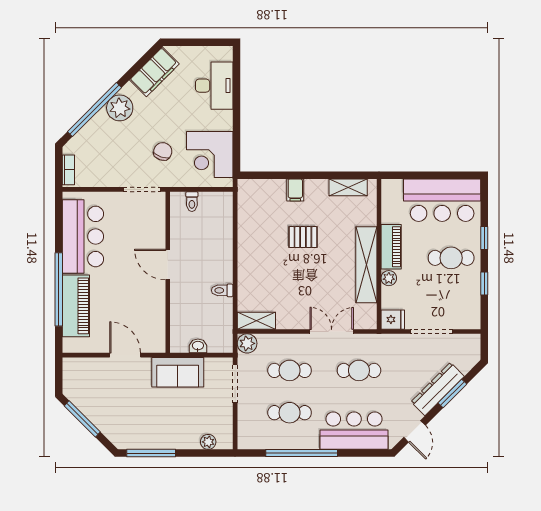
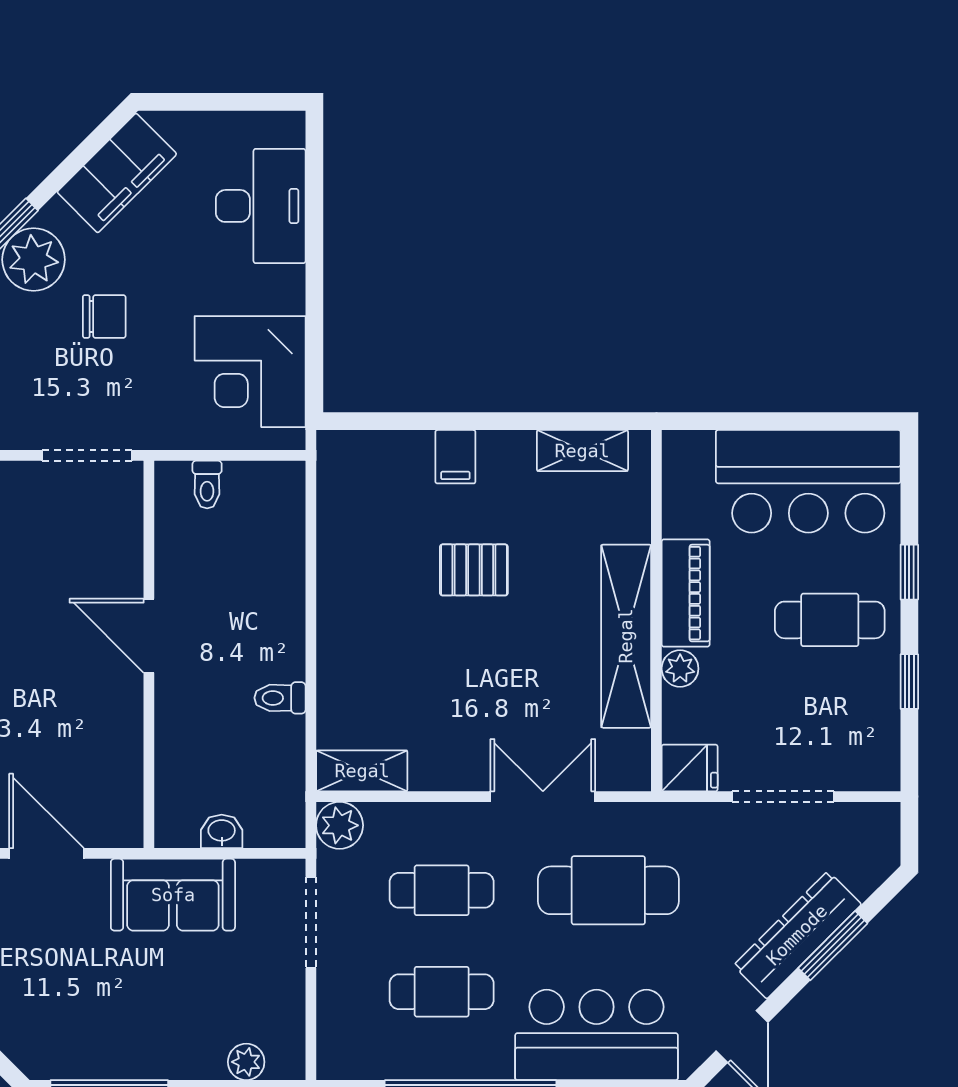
chair: (163, 151) -> (104, 316), moved, turned 71
cafe table: (359, 370) -> (608, 890), width x1.37, depth x1.35

